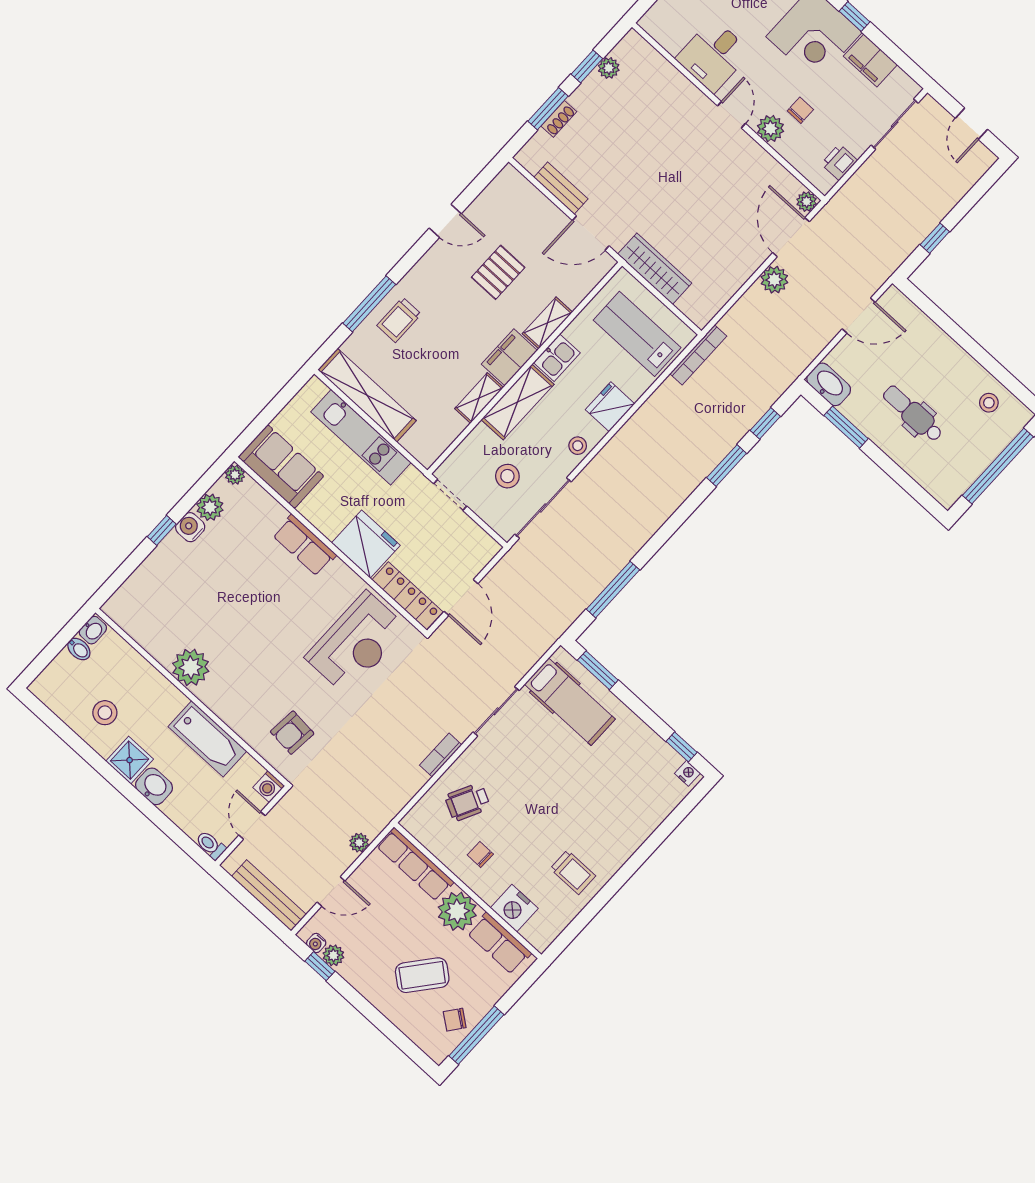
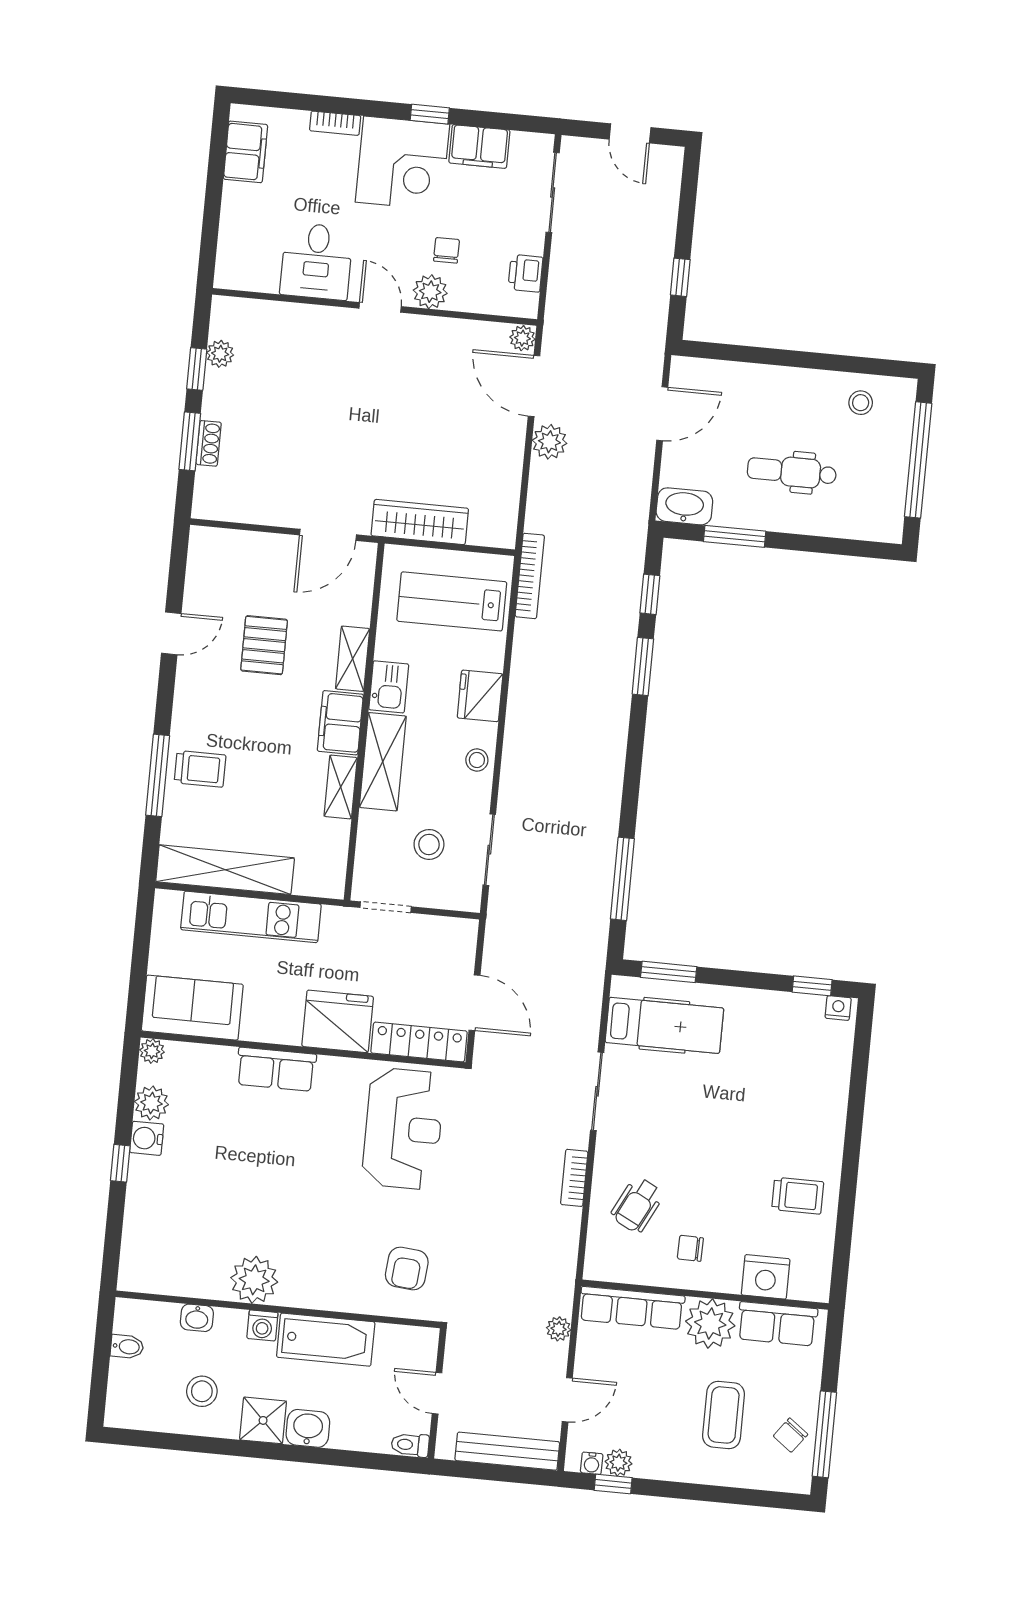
bench: (561, 188) -> (263, 512), removed
trolley: (399, 320) -> (200, 769), turned -90
sliding door: (543, 508) -> (489, 850), width x0.73
washbasin: (93, 630) -> (197, 1318), moved, turned 90
washing machine: (269, 787) -> (262, 1326), moved
coffee table: (422, 975) -> (724, 1415), turned -39

